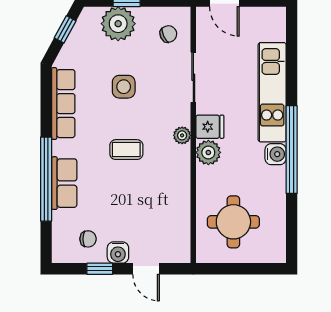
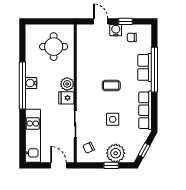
kitchen unit: (272, 92) -> (33, 136), moved
plant: (182, 135) -> (81, 93), removed

